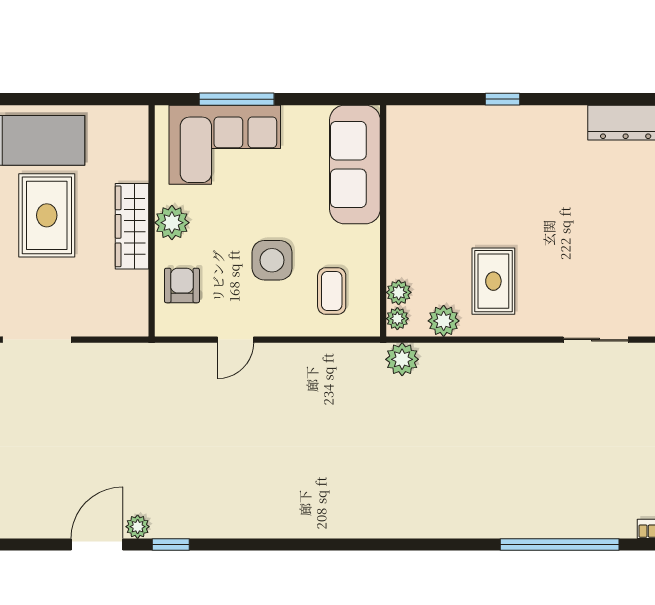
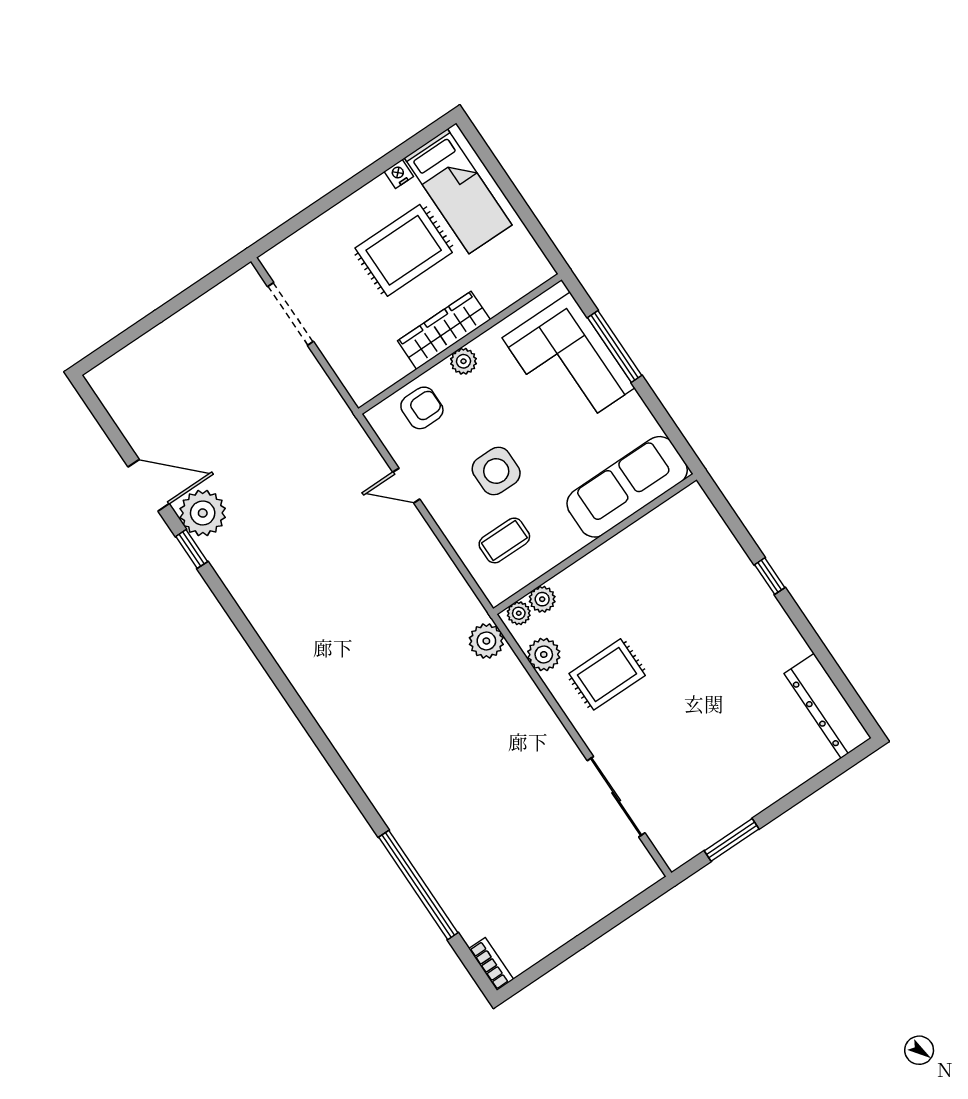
plant: (172, 223) -> (463, 361), width x0.73, depth x0.73
sliding door: (596, 340) -> (616, 797), width x1.37
plant: (138, 527) -> (203, 513), width x1.88, depth x1.88

